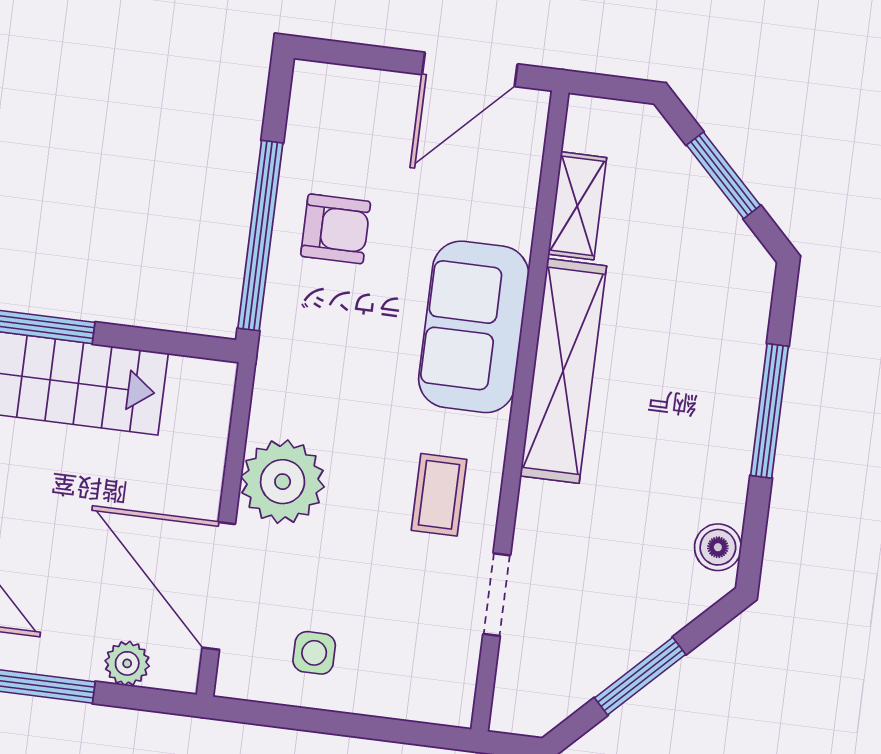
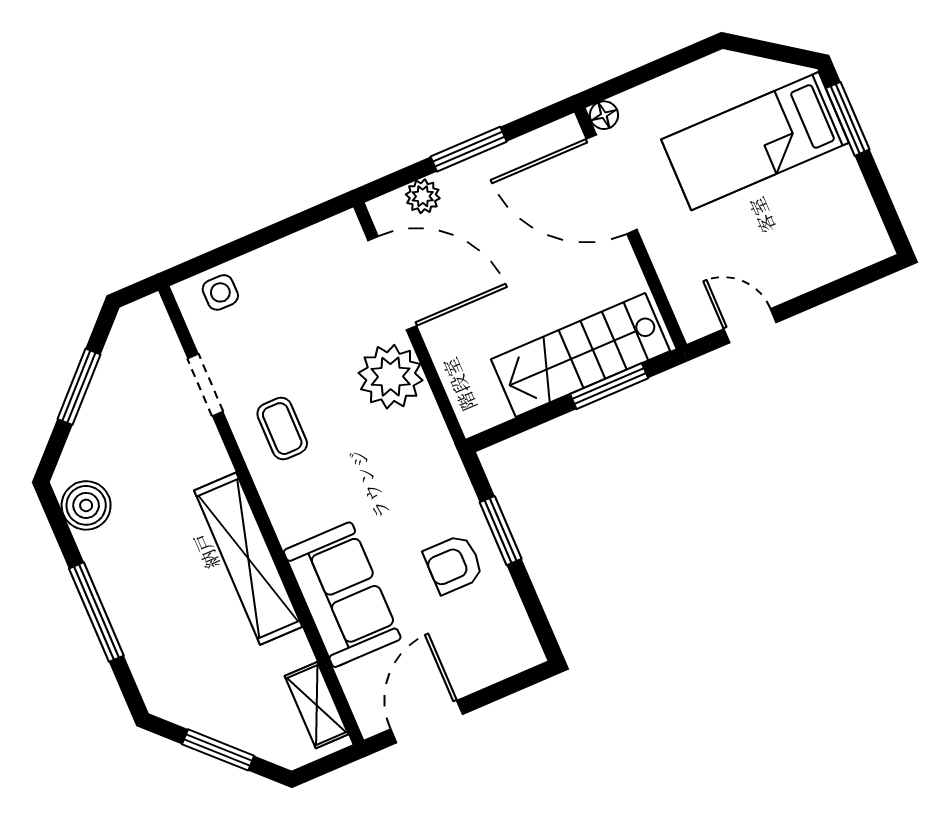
shelving: (577, 206) -> (317, 705), moved
window: (260, 236) -> (501, 531), width x0.47
sofa: (474, 327) -> (342, 595), moved
boiler: (718, 547) -> (86, 505), width x1.36, depth x1.36
side table: (314, 653) -> (220, 292), moved

